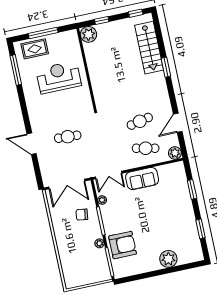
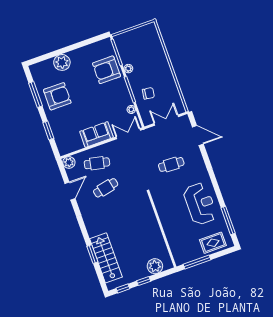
window: (102, 20) -> (144, 281), moved
window: (43, 33) -> (197, 262), moved
plant: (88, 34) -> (155, 266), moved
window: (166, 67) -> (92, 254), moved
reception desk: (59, 77) -> (200, 204), moved, turned -90
door: (32, 144) -> (198, 135), moved
double door: (67, 184) -> (166, 120), width x0.73
armchair: (178, 224) -> (57, 96), added
window: (201, 229) -> (36, 94), width x1.44

